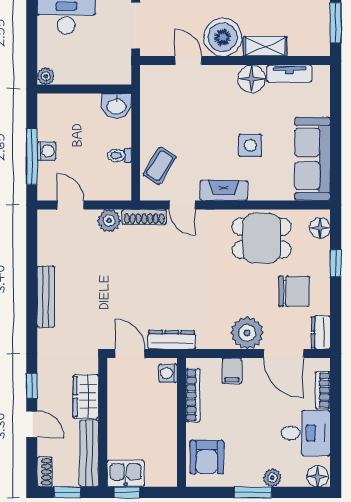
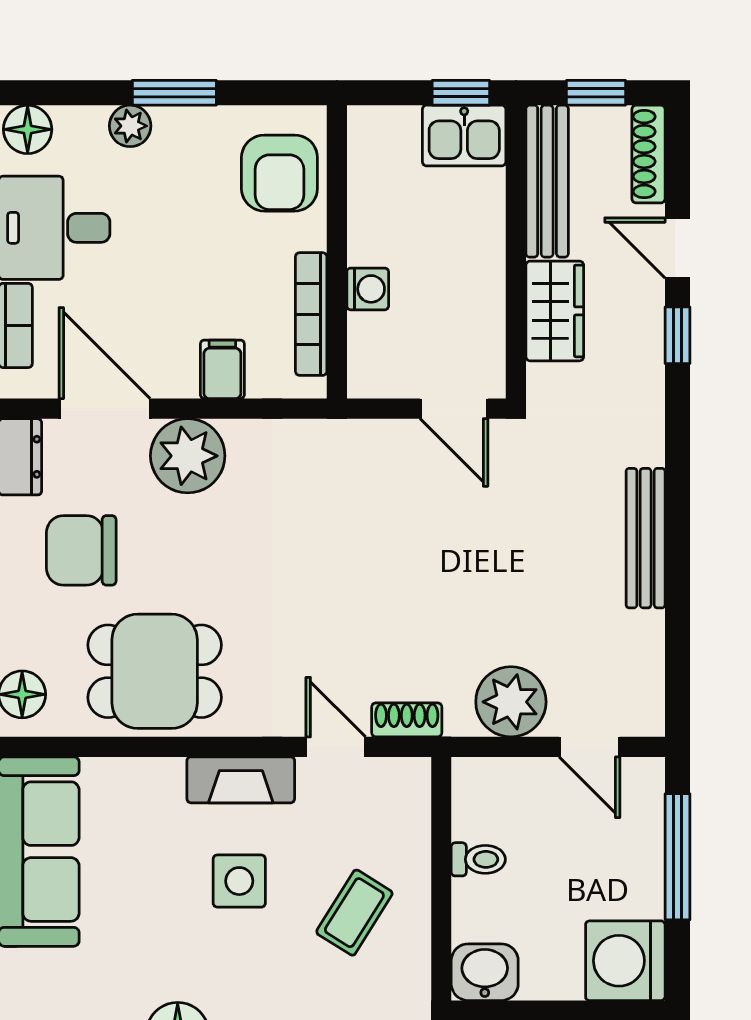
side table: (250, 145) -> (239, 881), moved
washing machine: (47, 151) -> (625, 961), moved, width x1.89, depth x1.89
coffee table: (160, 166) -> (354, 913), moved
shoe rack: (144, 217) -> (407, 720), width x0.70
plant: (109, 221) -> (511, 702), width x1.36, depth x1.36
dresser: (172, 340) -> (359, 440), removed
washing machine: (168, 373) -> (368, 289), moved
armchair: (207, 457) -> (279, 173), turned 180
shoe rack: (45, 472) -> (649, 154), width x1.43

